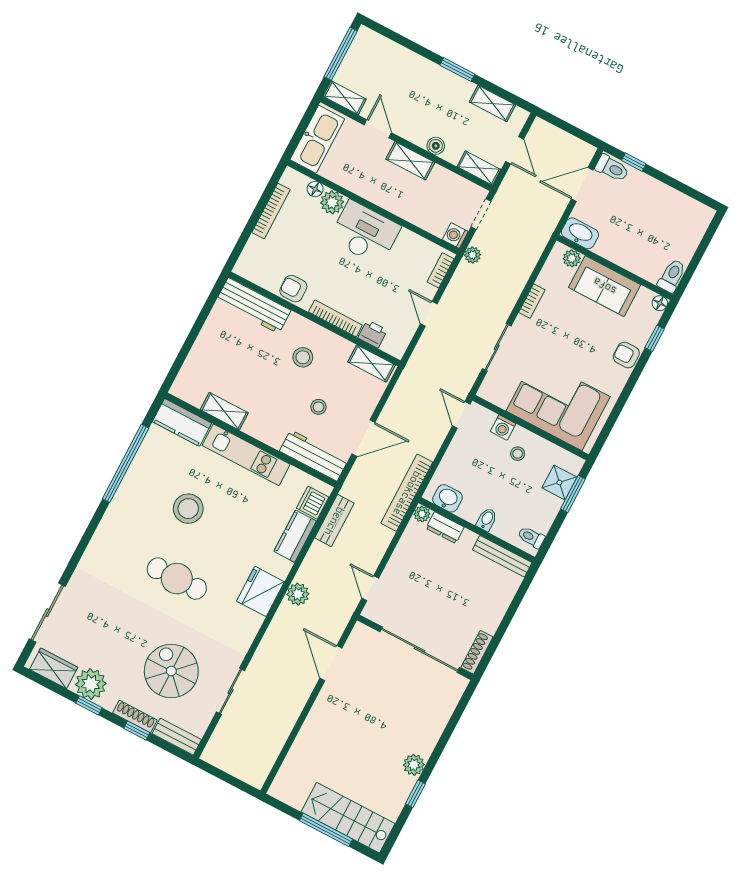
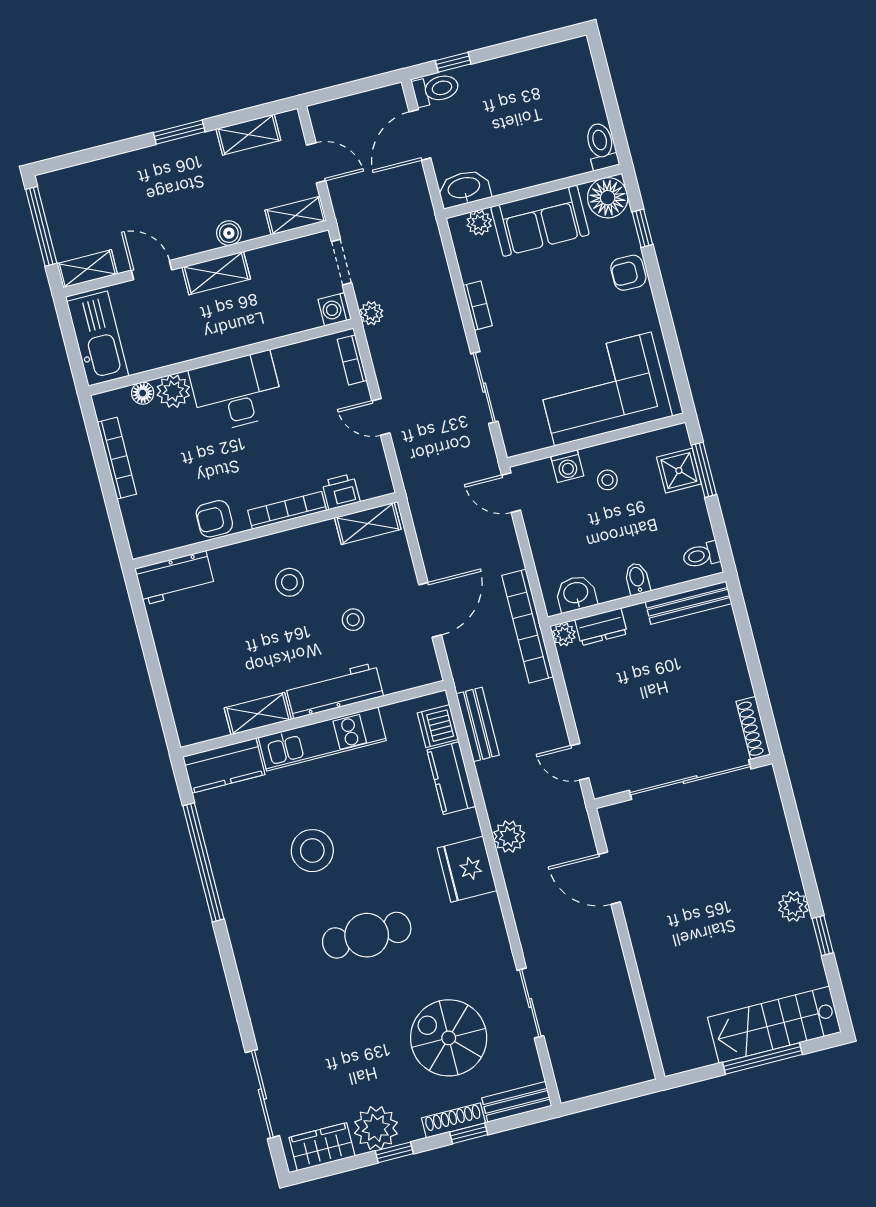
floor lamp: (660, 303) -> (608, 198), width x1.89, depth x1.89
workbench: (253, 305) -> (175, 578), width x0.73
workbench: (314, 456) -> (334, 691), moved

